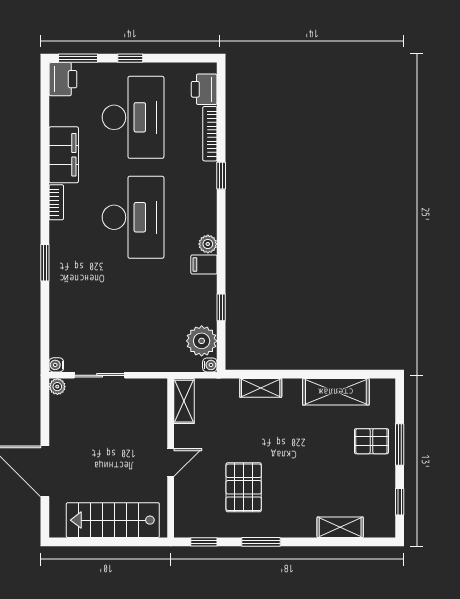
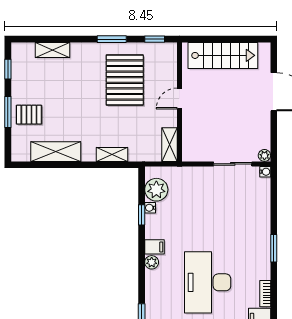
water cooler: (210, 365) -> (150, 208), moved
pallet: (244, 487) -> (125, 80), width x1.37, depth x1.41

